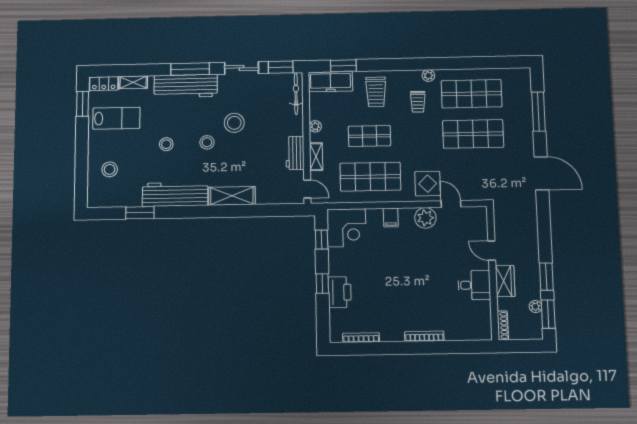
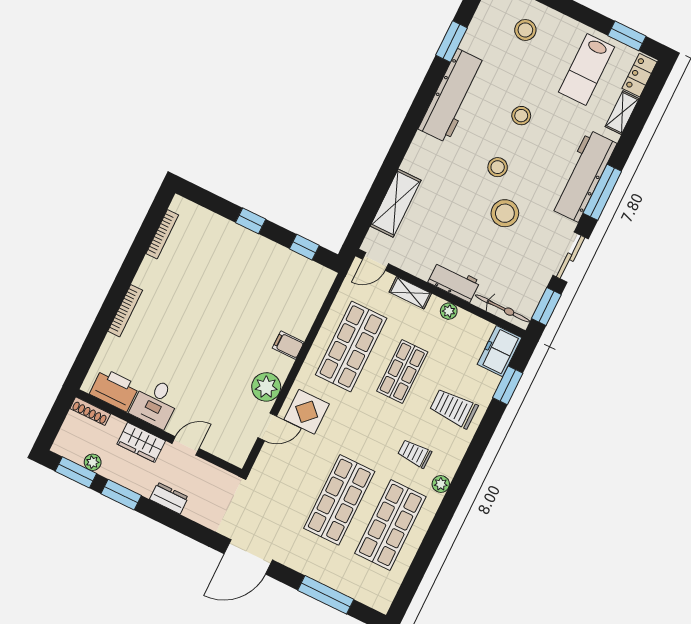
freezer: (331, 82) -> (500, 351), width x0.71
workbench: (295, 153) -> (454, 282), moved
shelving: (232, 196) -> (396, 203), moved
corner desk: (347, 228) -> (303, 285), removed
dresser: (532, 244) -> (169, 498), added
printer: (340, 292) -> (114, 390), moved, turned 180

